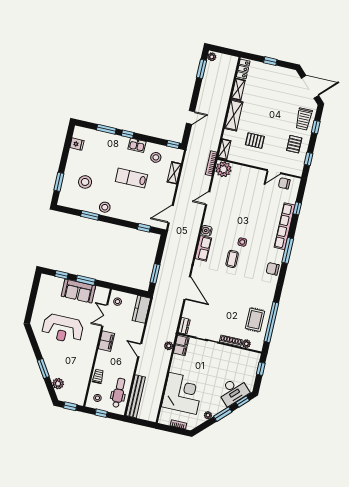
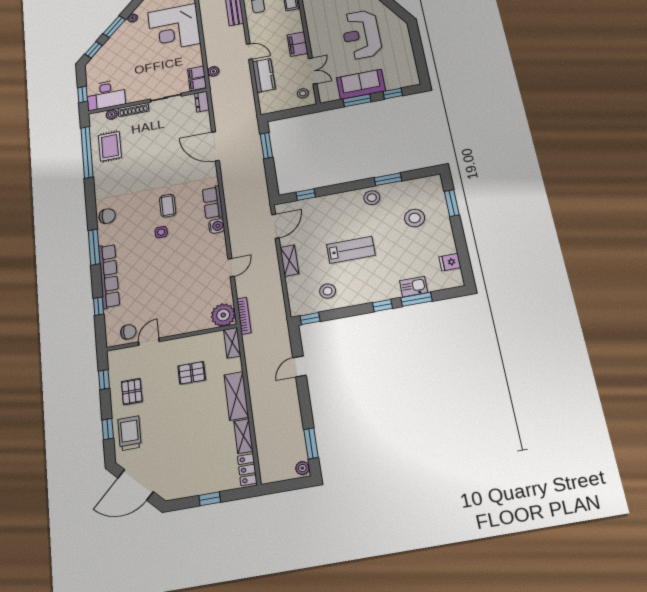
kitchen sink: (137, 145) -> (414, 287), moved
shelving: (174, 173) -> (289, 261), moved
kitchen counter: (141, 309) -> (264, 75), moved
reception desk: (63, 329) -> (361, 35), turned -90
desk: (233, 391) -> (106, 95), moved, turned -135

